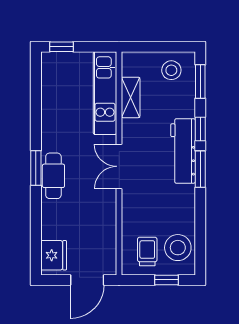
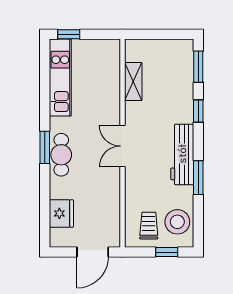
stool: (171, 70) -> (171, 56), removed
kitchen unit: (105, 93) -> (60, 78), moved, turned 180
workbench: (183, 151) -> (182, 154), moved
window: (200, 169) -> (198, 178), moved
fridge: (54, 255) -> (61, 213), moved

